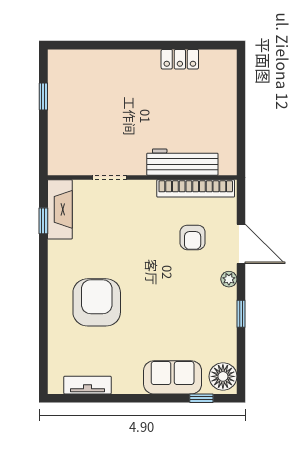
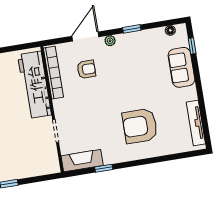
workbench: (182, 162) -> (35, 85), width x1.36, depth x1.32
window: (43, 221) -> (104, 168), moved
floor lamp: (223, 376) -> (170, 30), width x0.53, depth x0.53
tv unit: (87, 385) -> (196, 123), width x1.41

